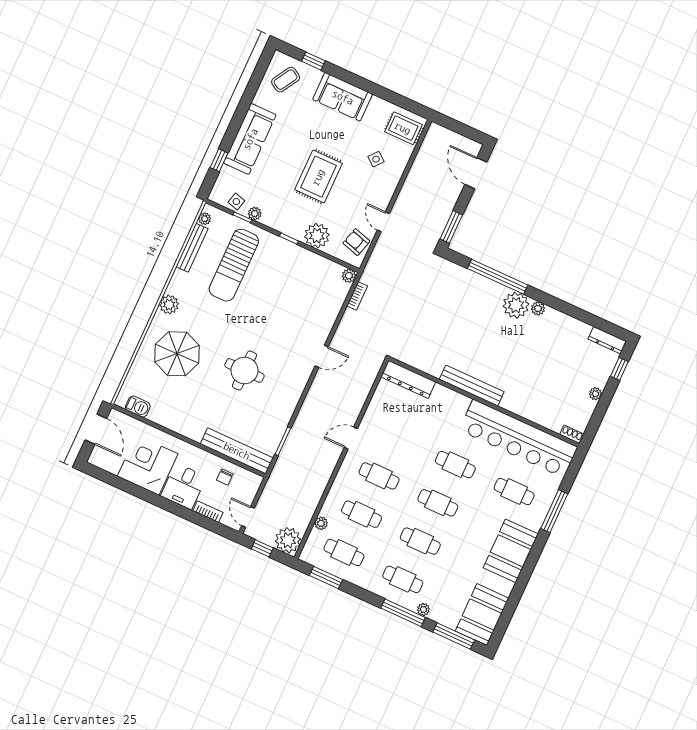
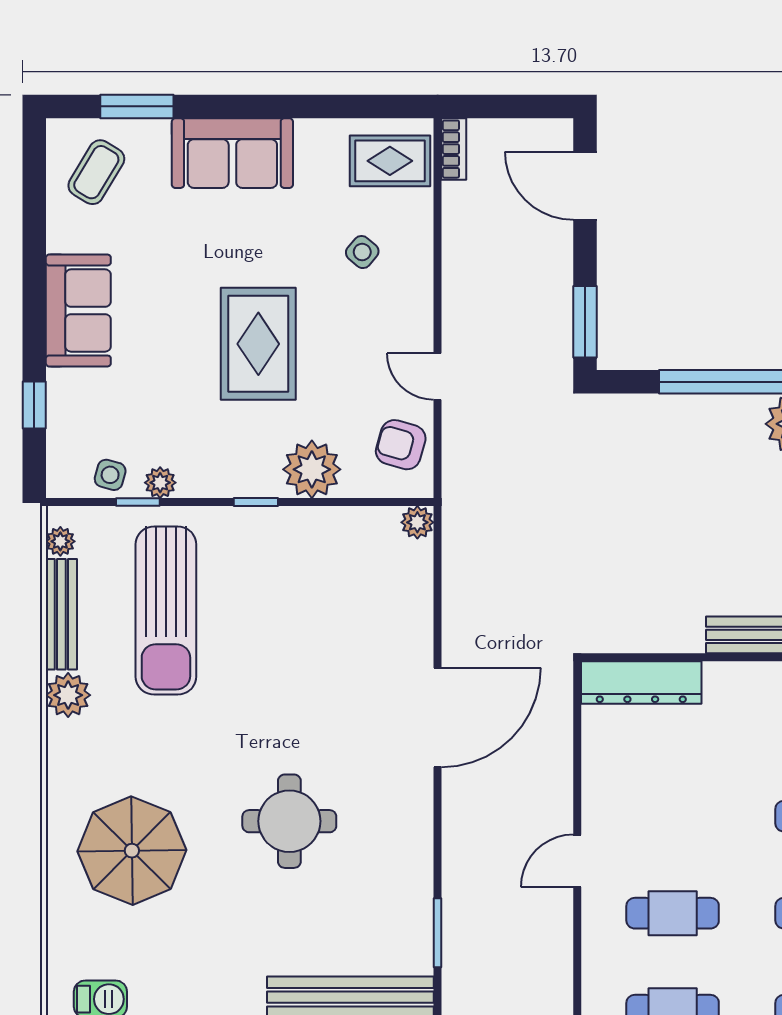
window: (313, 61) -> (137, 106), width x1.50
sofa: (250, 139) -> (78, 310), width x0.73
bookcase: (357, 296) -> (454, 149), moved
plant: (169, 305) -> (68, 695), moved
door: (322, 356) -> (438, 717), width x1.88

